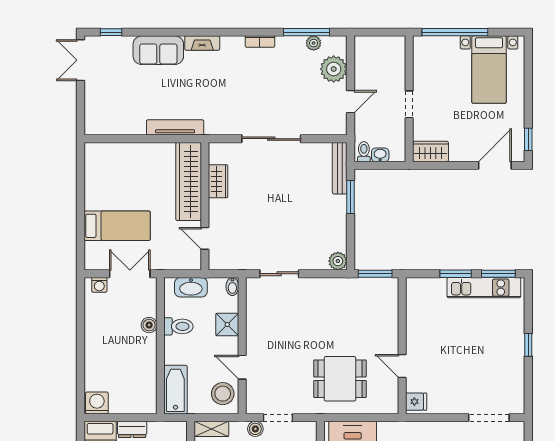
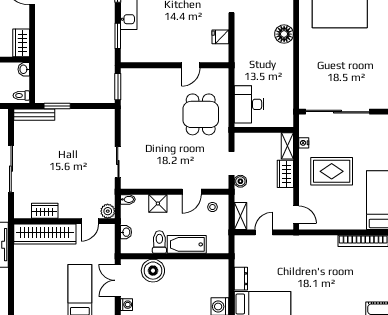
washbasin: (380, 155) -> (24, 69), moved
plant: (338, 261) -> (108, 211), moved
window: (456, 274) -> (118, 36), moved
washbasin: (191, 287) -> (126, 232), width x0.52, depth x0.69
boiler: (149, 325) -> (153, 271), width x1.86, depth x1.86
bathtub: (175, 390) -> (187, 244), moved
stool: (223, 394) -> (212, 207), width x0.53, depth x0.53
fridge: (416, 402) -> (220, 37), moved, turned -90

